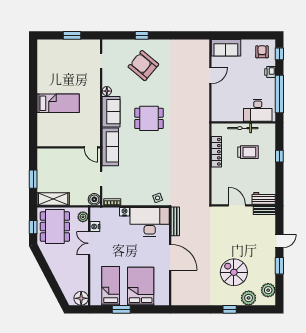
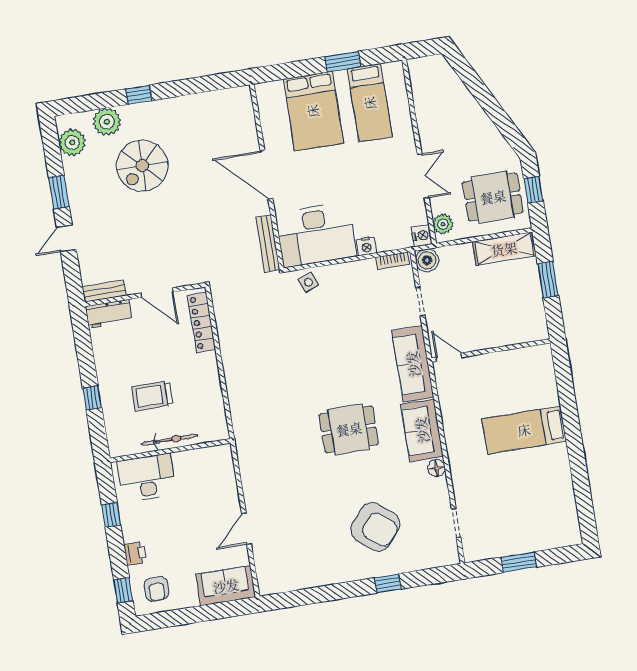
window: (279, 94) -> (111, 515), width x0.32
locker: (216, 152) -> (201, 322), moved
dining table: (55, 227) -> (493, 197), width x0.73
nightstand: (95, 227) -> (422, 236), moved
spiral stairs: (234, 272) -> (142, 166), turned 90
floor lamp: (81, 298) -> (422, 70), removed

